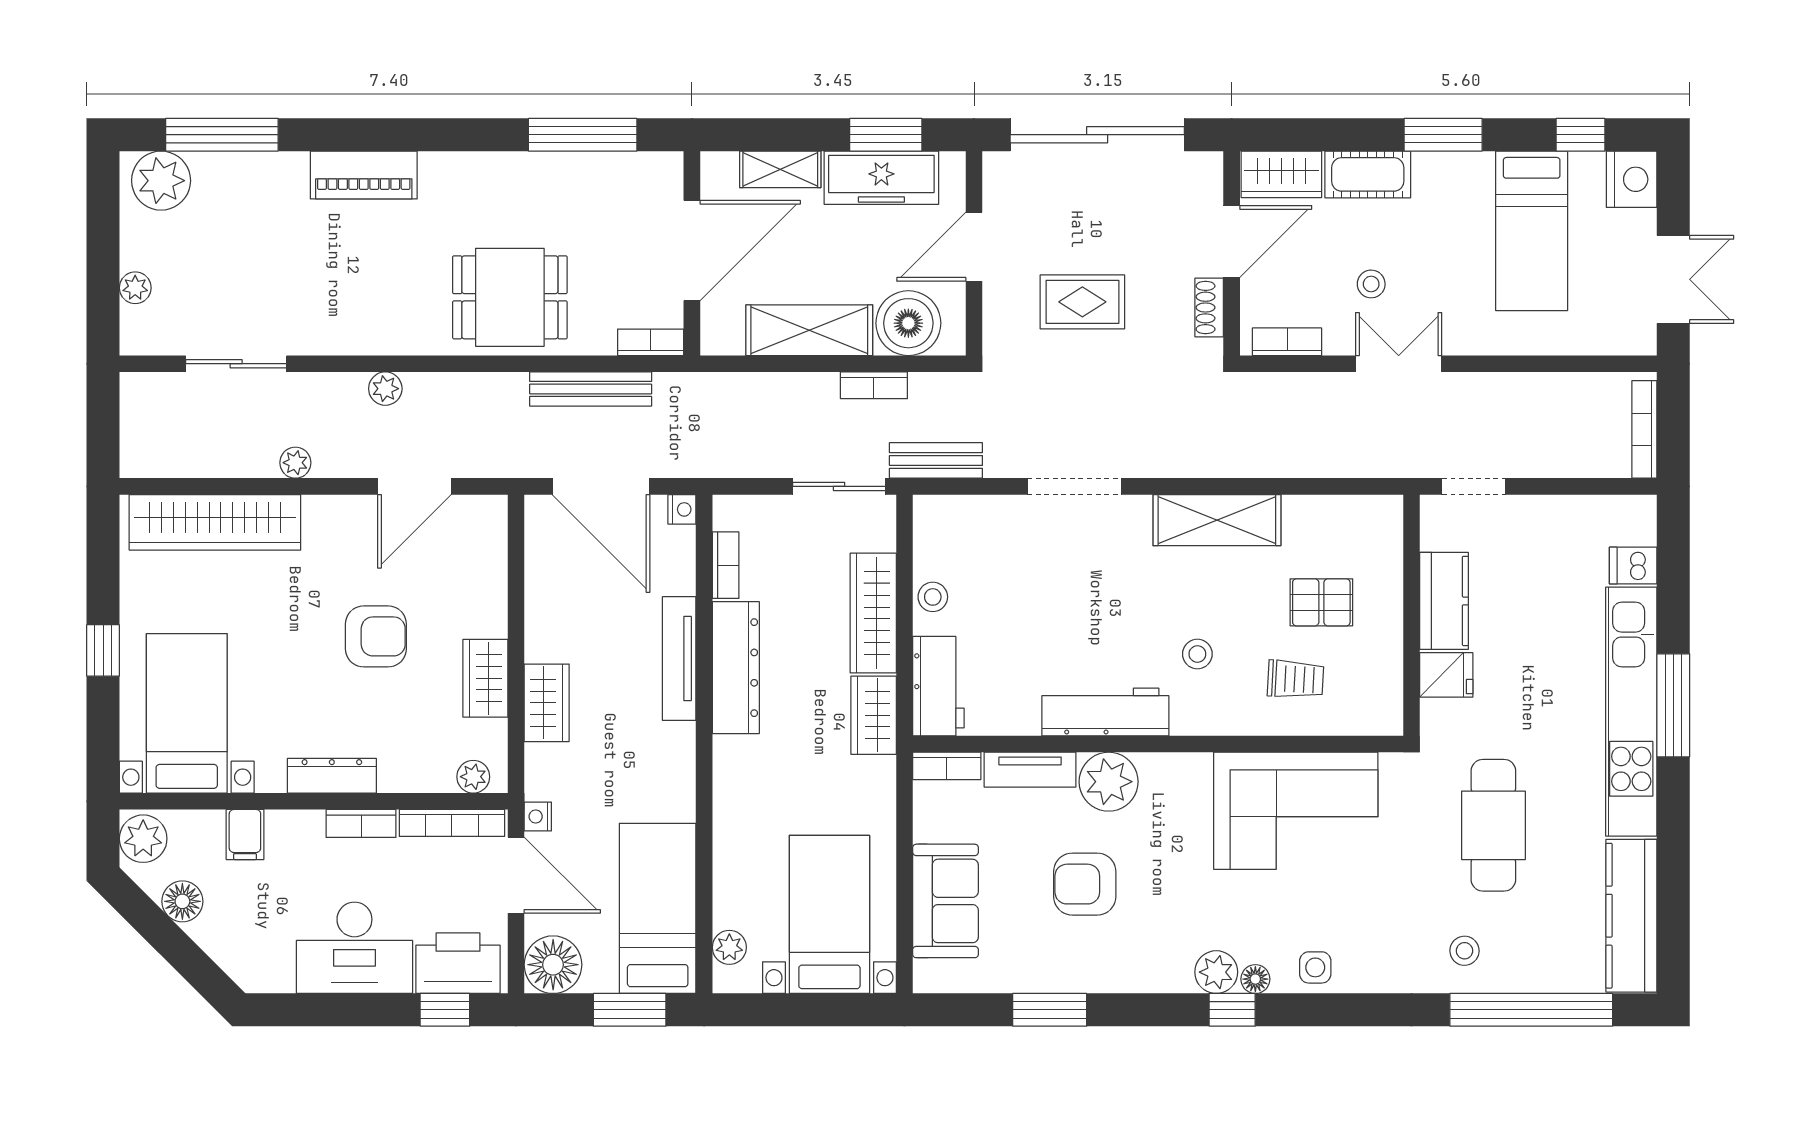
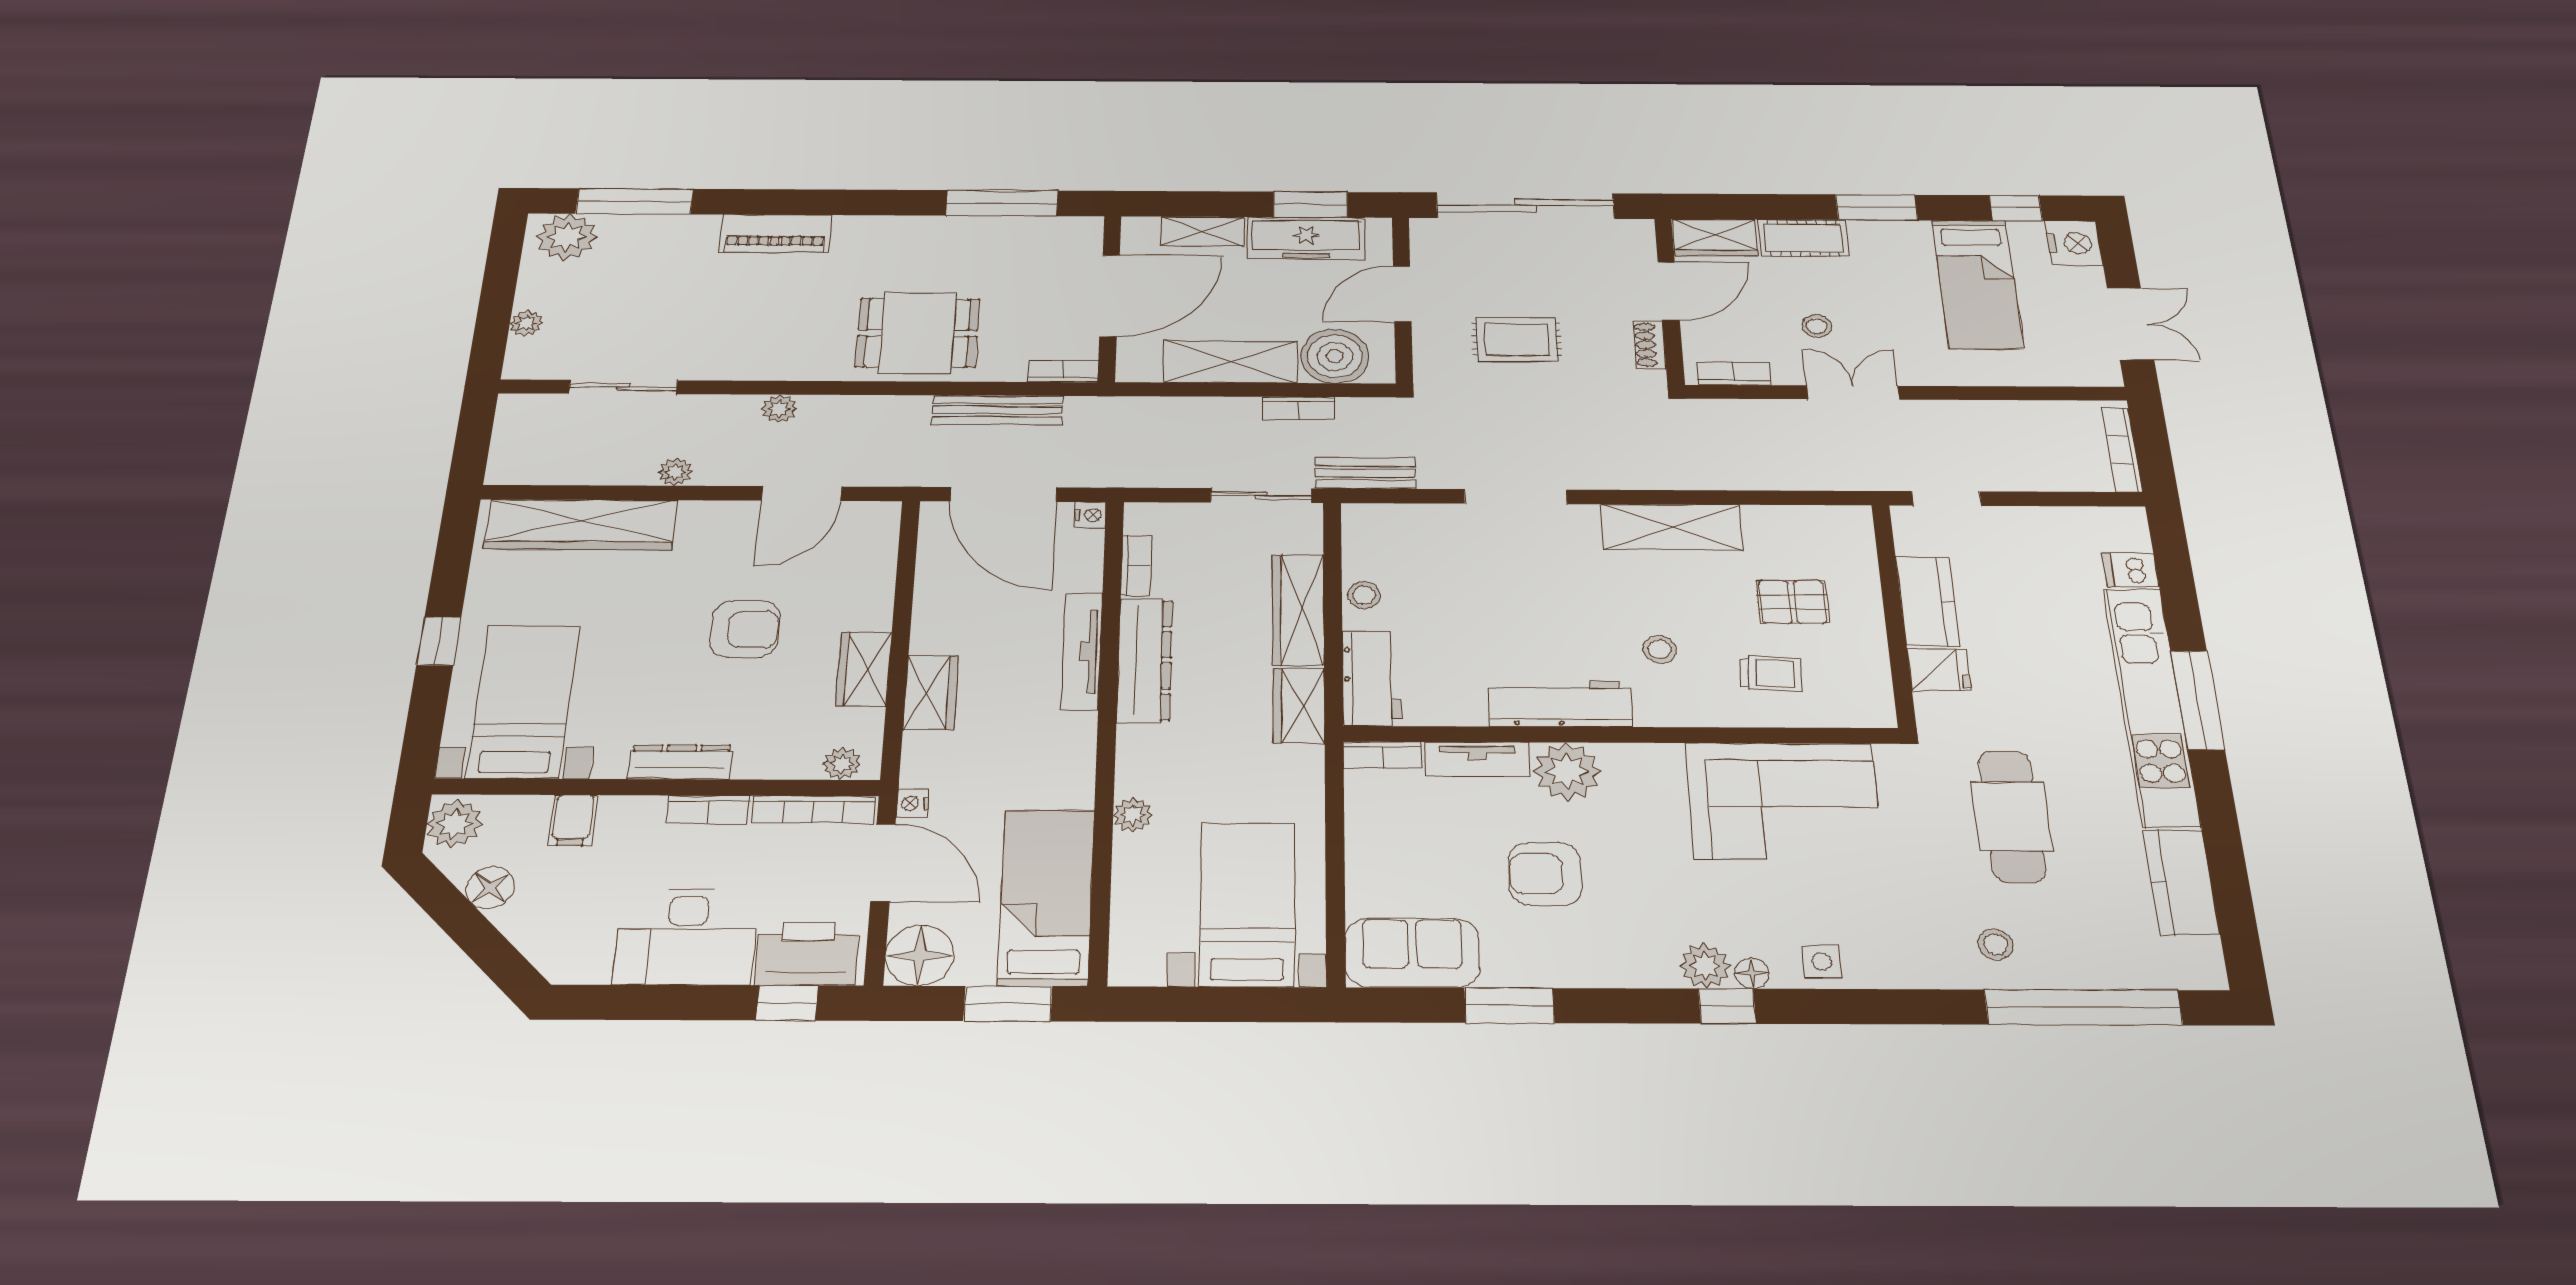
sofa: (945, 901) -> (1412, 953), moved, turned -90
kitchen counter: (1631, 916) -> (2181, 882), width x0.67
plant: (729, 947) -> (1133, 815), moved

